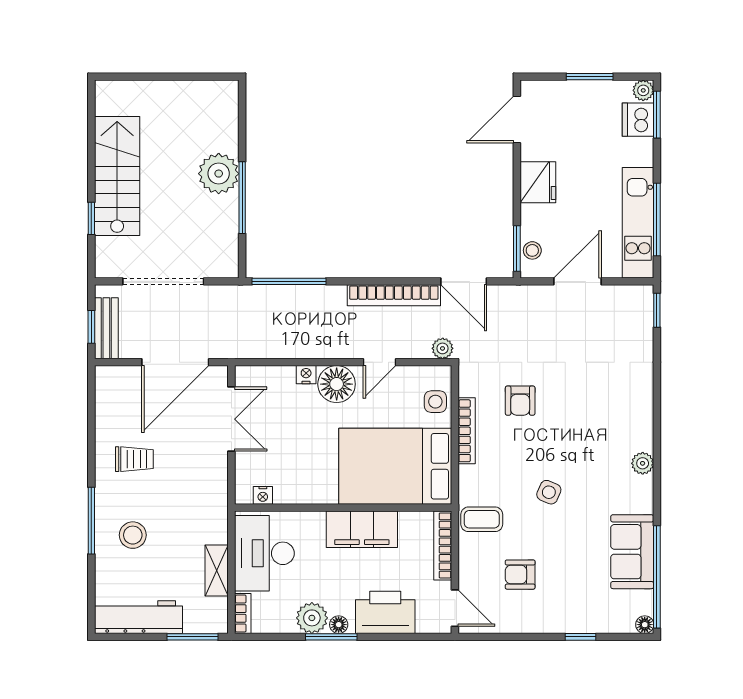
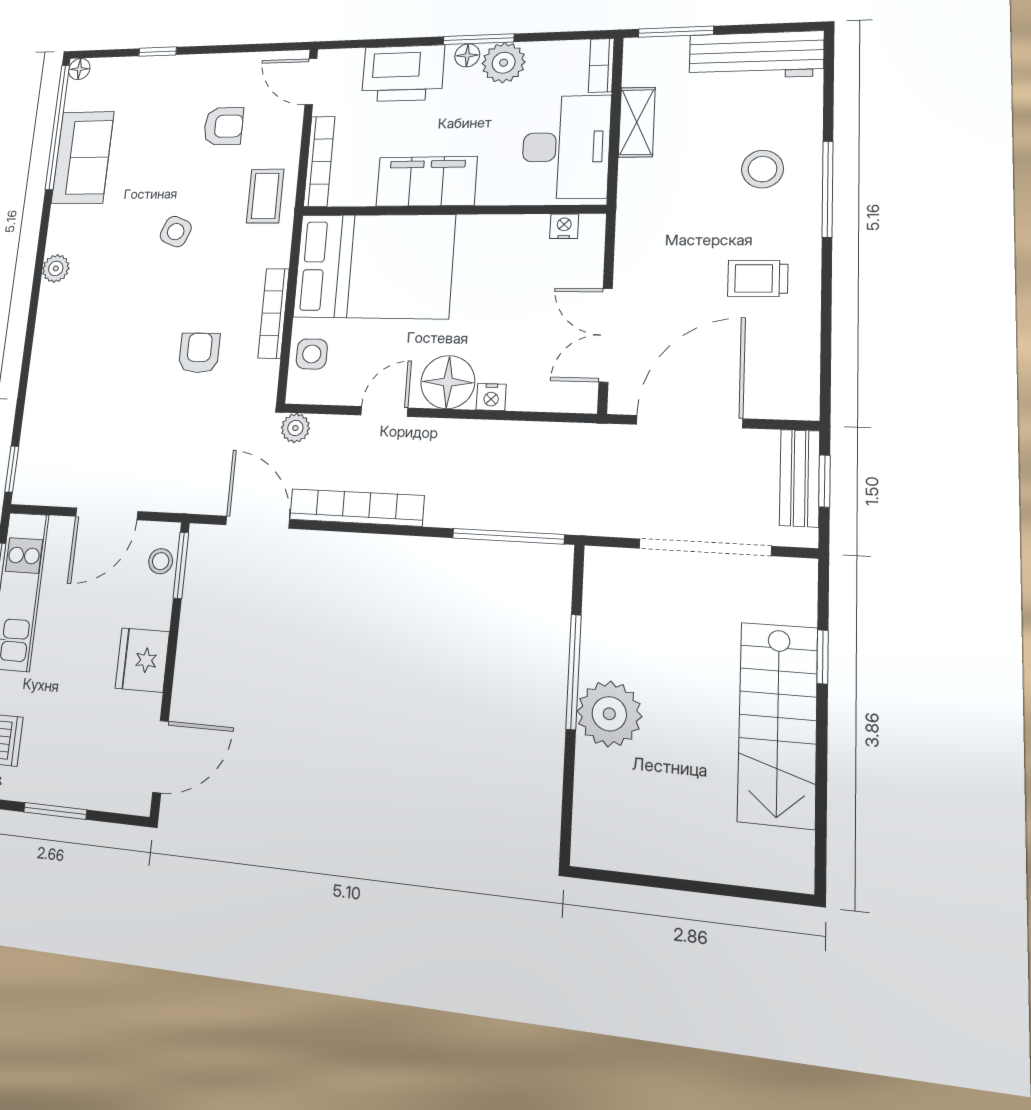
coffee table: (482, 519) -> (265, 196), turned 90

